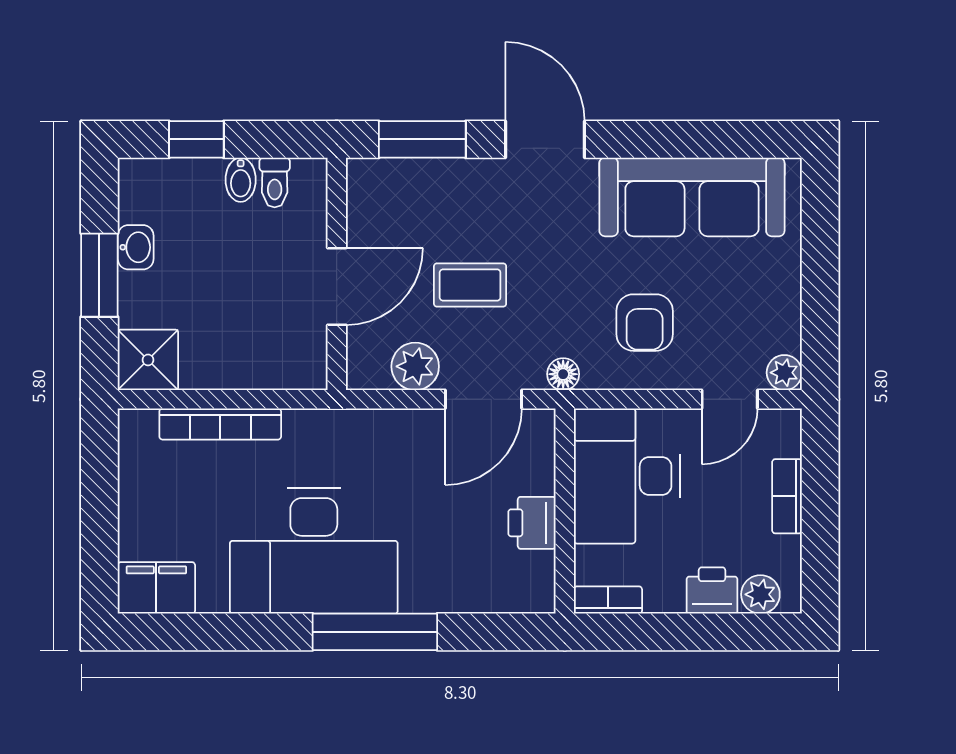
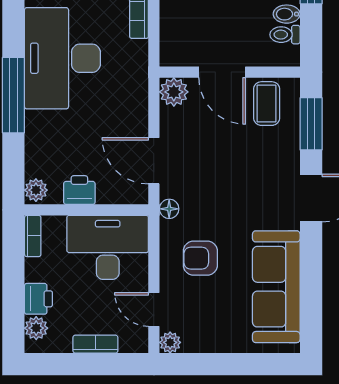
coffee table: (470, 285) -> (267, 104), moved
plant: (415, 366) -> (174, 92), moved
plant: (532, 595) -> (36, 190), added

